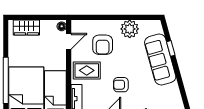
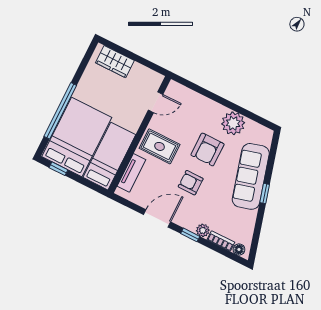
floor lamp: (62, 26) -> (156, 81), removed
armchair: (103, 45) -> (207, 149), moved
window: (171, 48) -> (265, 193), moved

